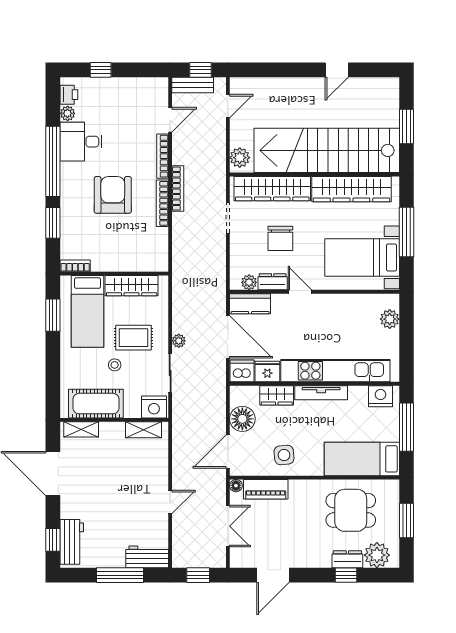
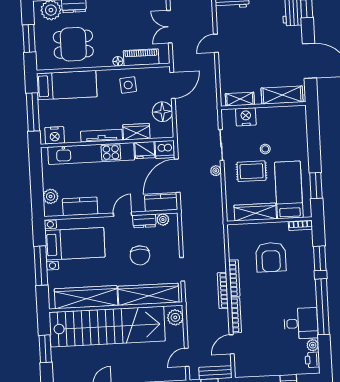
armchair: (113, 195) -> (271, 257), moved
chair: (280, 238) -> (140, 255), turned 180
door: (300, 292) -> (122, 214), swing flipped
kitchen counter: (353, 304) -> (80, 206), added
door: (228, 337) -> (177, 176), hinge flipped
cot: (96, 404) -> (278, 118), removed
nightstand: (154, 407) -> (246, 117), moved
shelving: (81, 429) -> (282, 95), width x1.50, depth x1.33
floor lamp: (236, 486) -> (118, 61), moved

